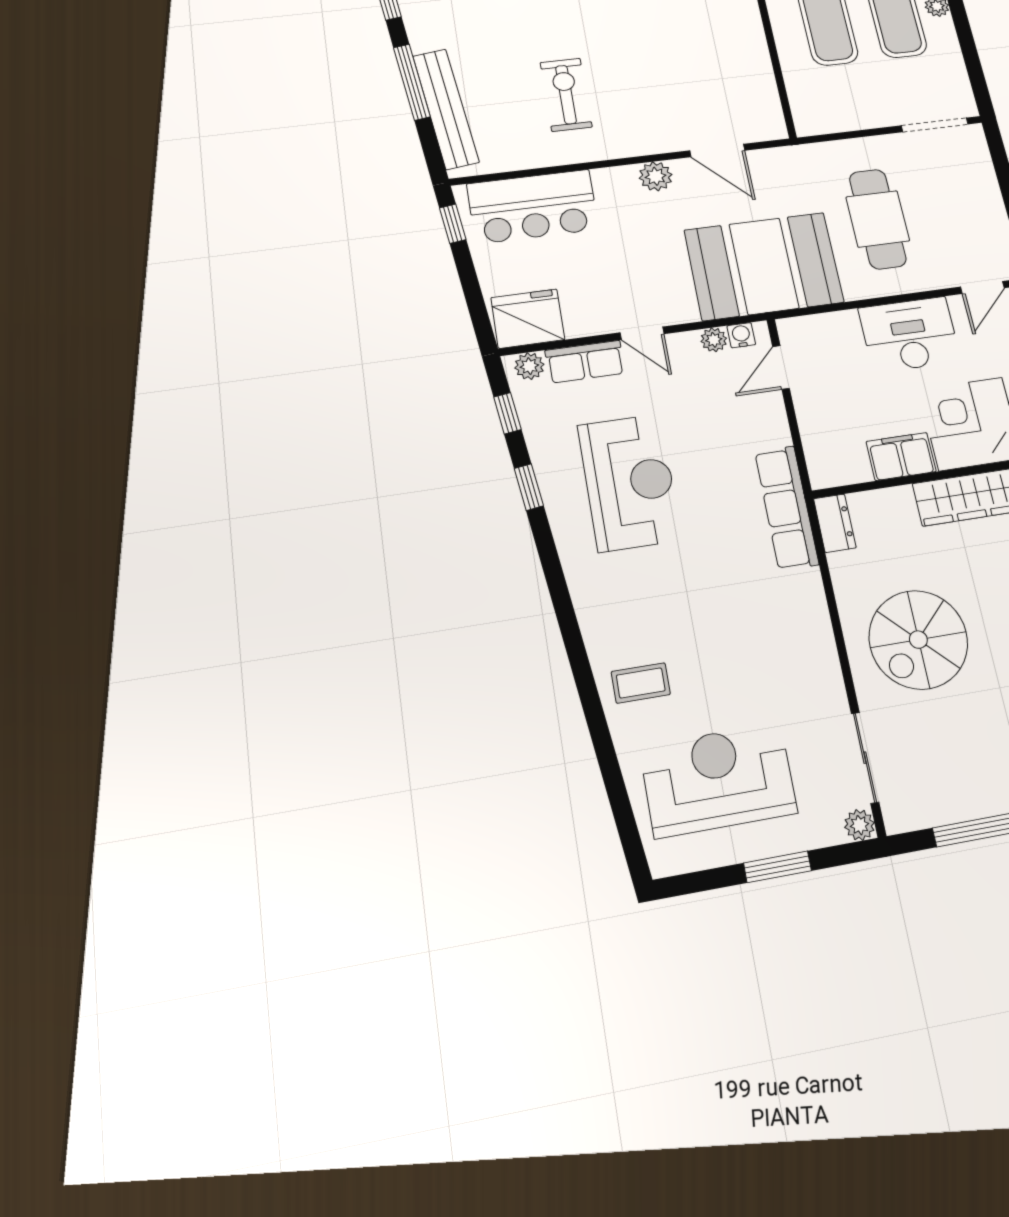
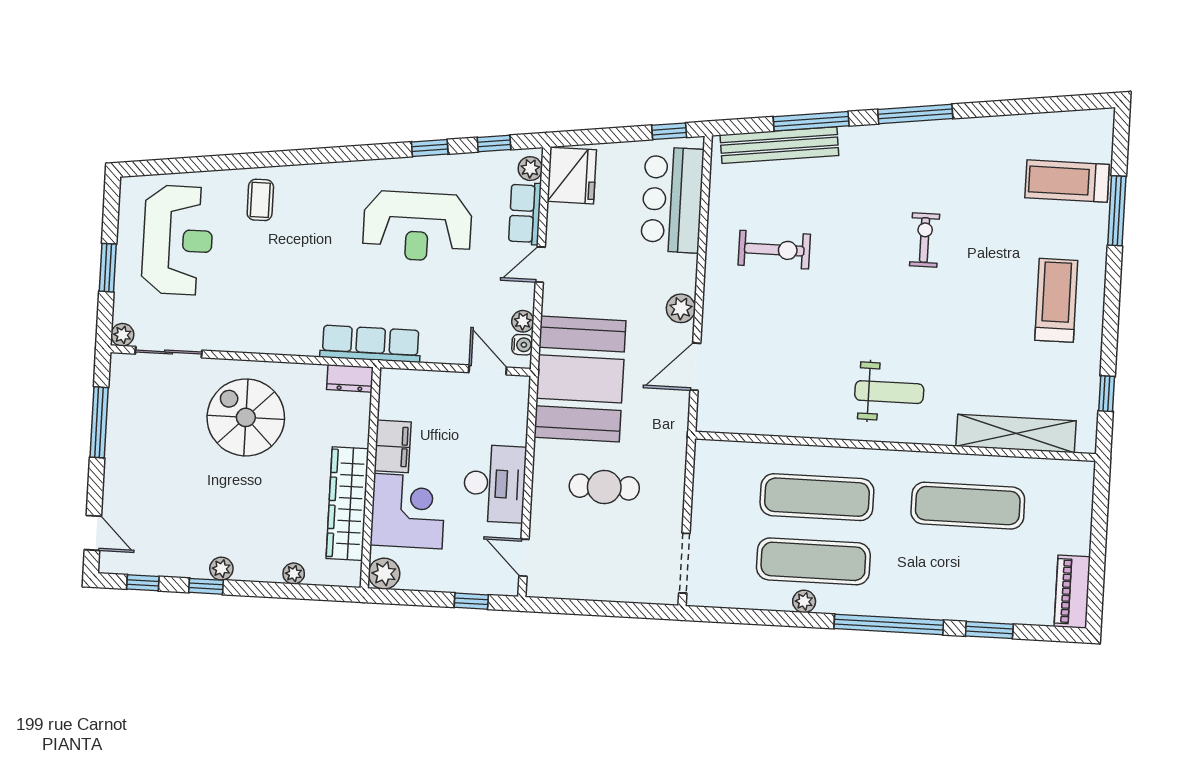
cafe table: (878, 219) -> (604, 487), width x0.73, depth x0.74

